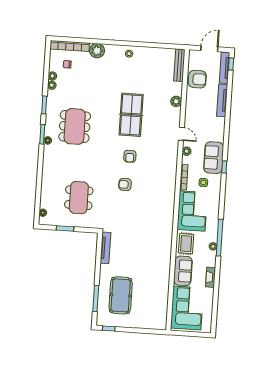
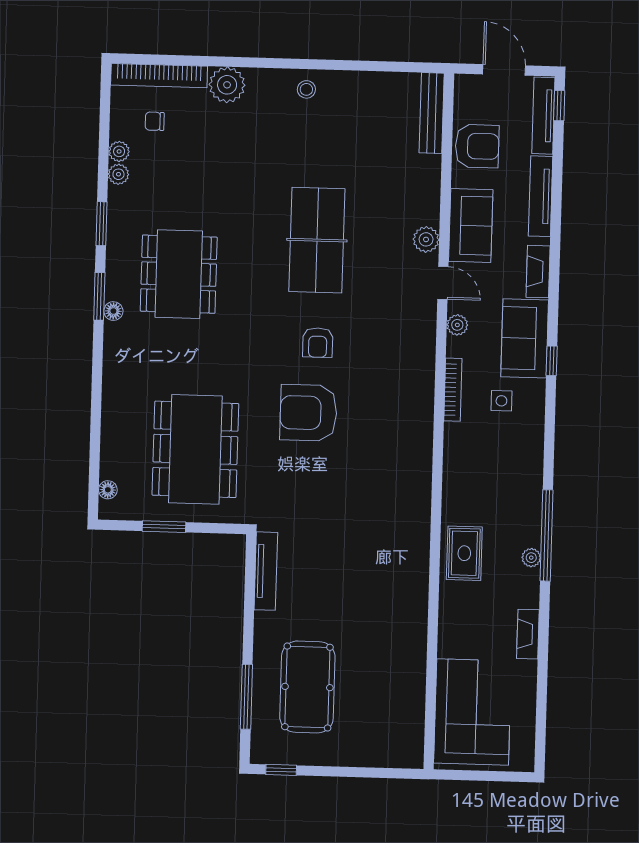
door: (209, 49) -> (504, 70), hinge flipped
plant: (176, 101) -> (426, 239), moved
fireplace: (220, 131) -> (538, 272), added
armchair: (125, 184) -> (308, 413), width x1.88, depth x1.88
dining table: (79, 198) -> (195, 449), width x1.36, depth x1.24
corner sofa: (192, 211) -> (477, 472), removed
sofa: (183, 271) -> (471, 225), moved

